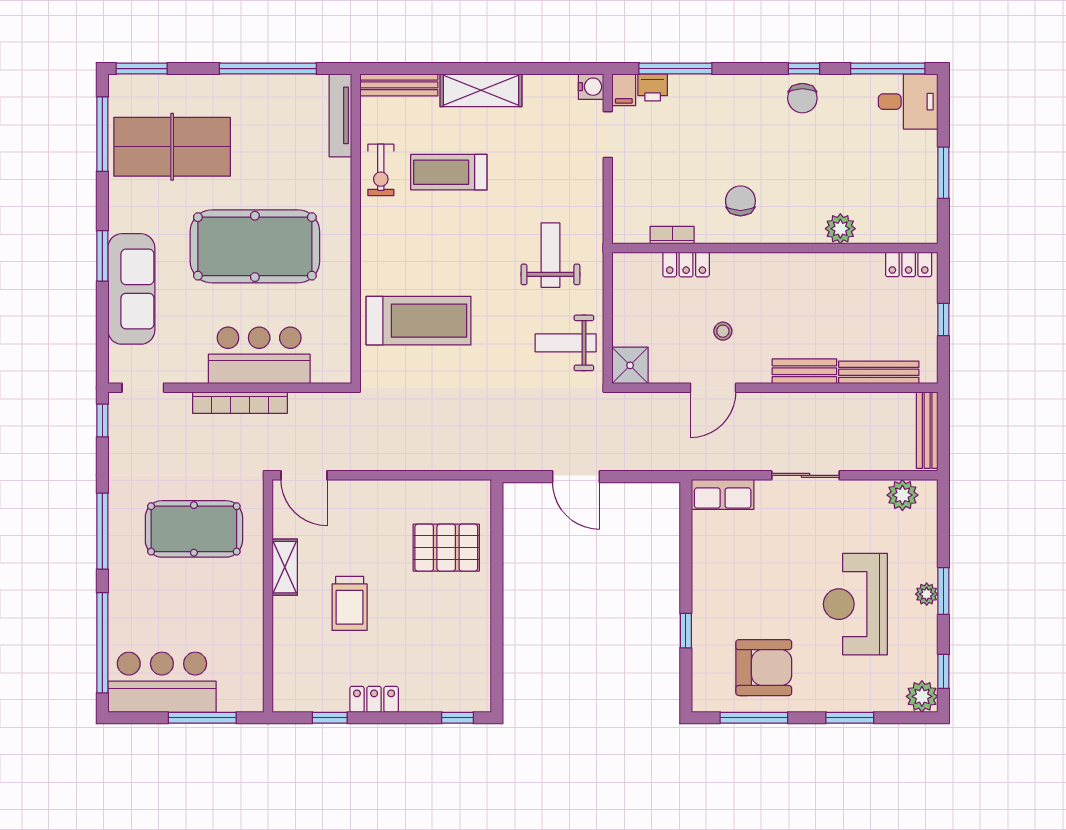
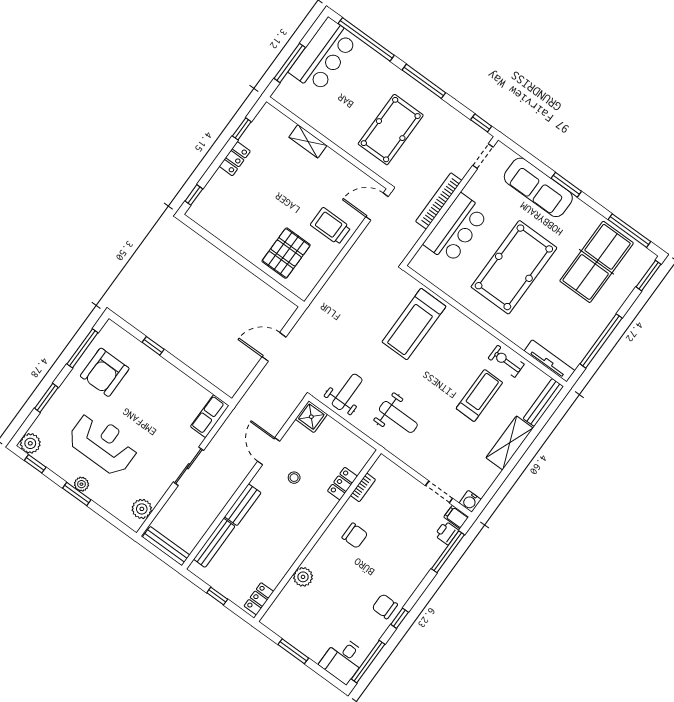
shelving: (285, 567) -> (308, 141), moved
trolley: (350, 603) -> (331, 226), moved

